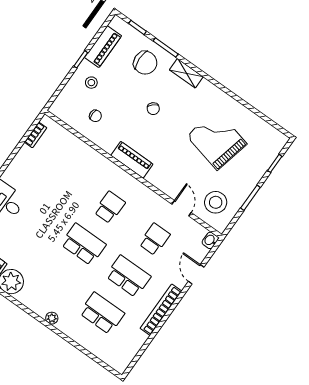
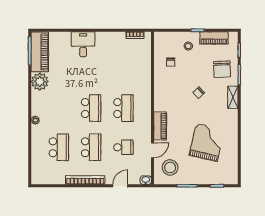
piano: (132, 160) -> (160, 126), moved
school desk: (110, 207) -> (123, 108), width x1.85

